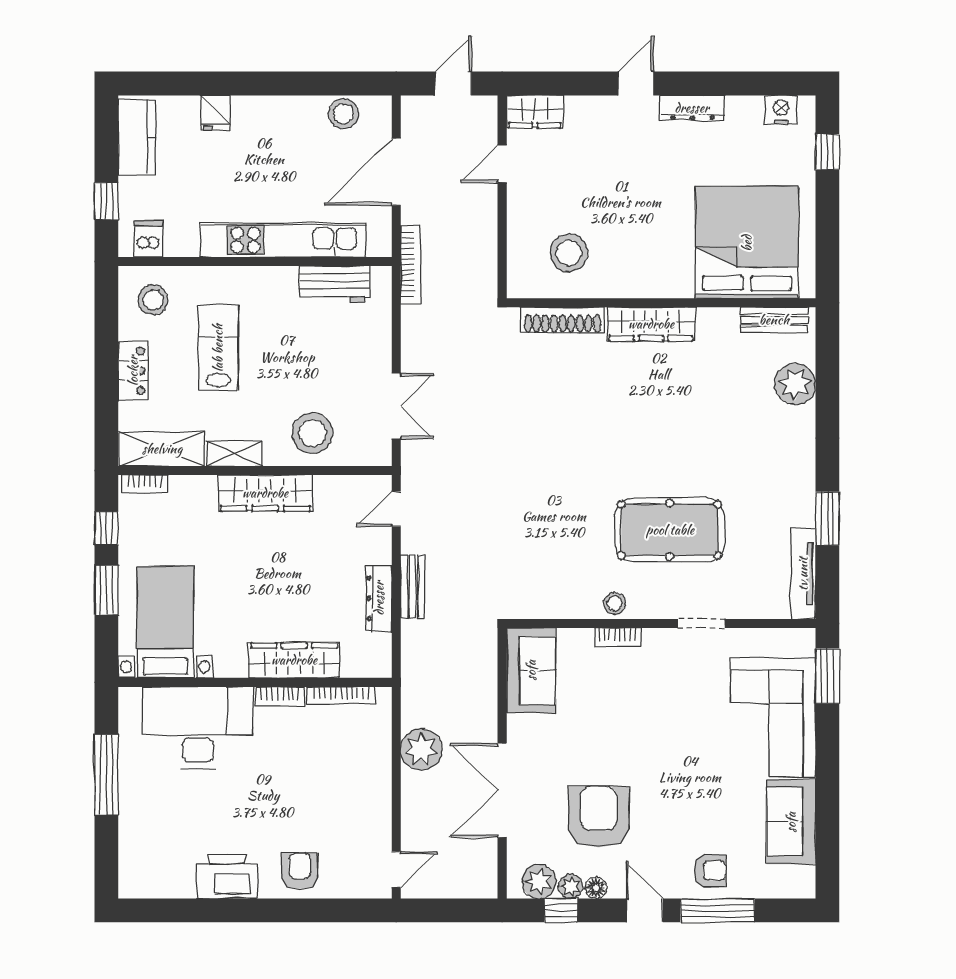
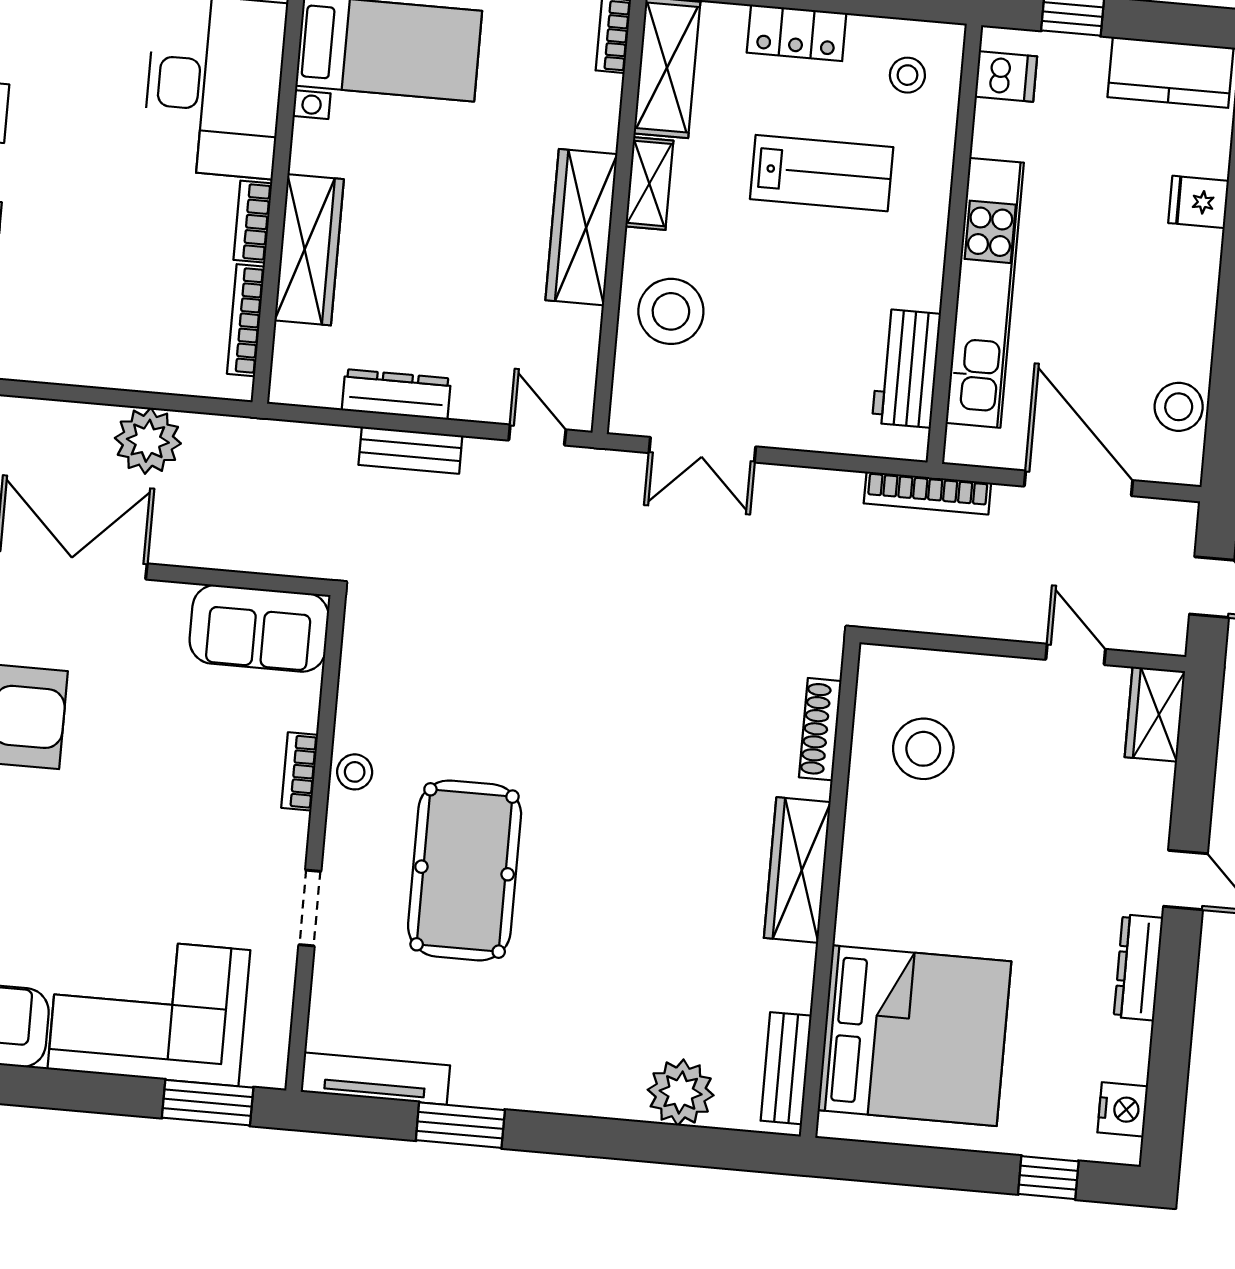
stool: (153, 300) -> (907, 75), width x0.73, depth x0.73
shoe rack: (563, 320) -> (820, 729), width x0.74, depth x0.81

